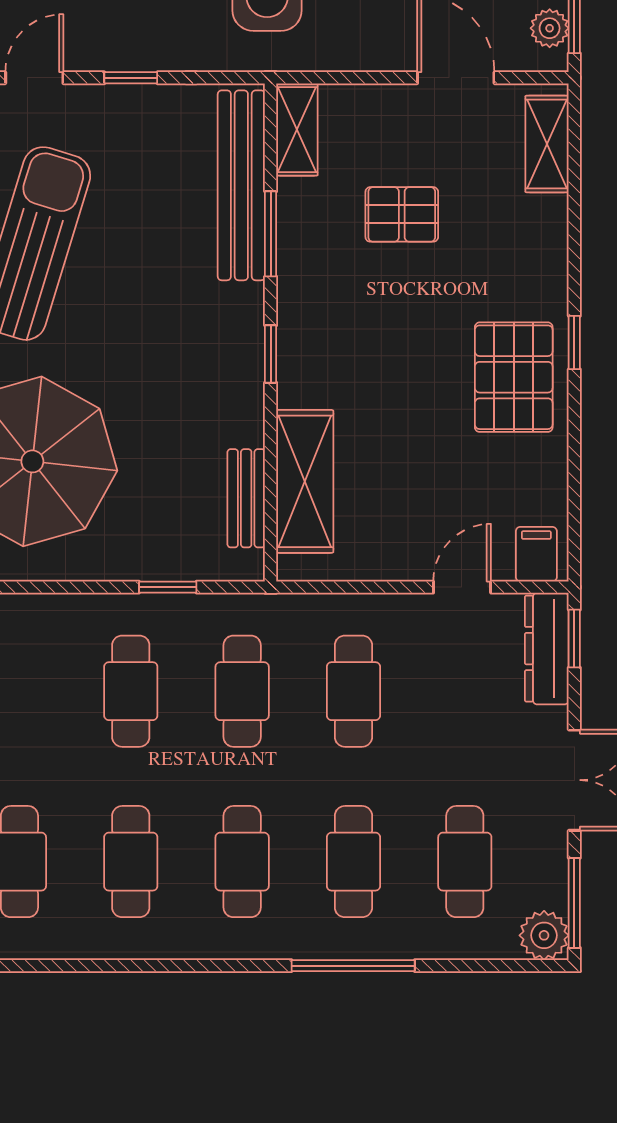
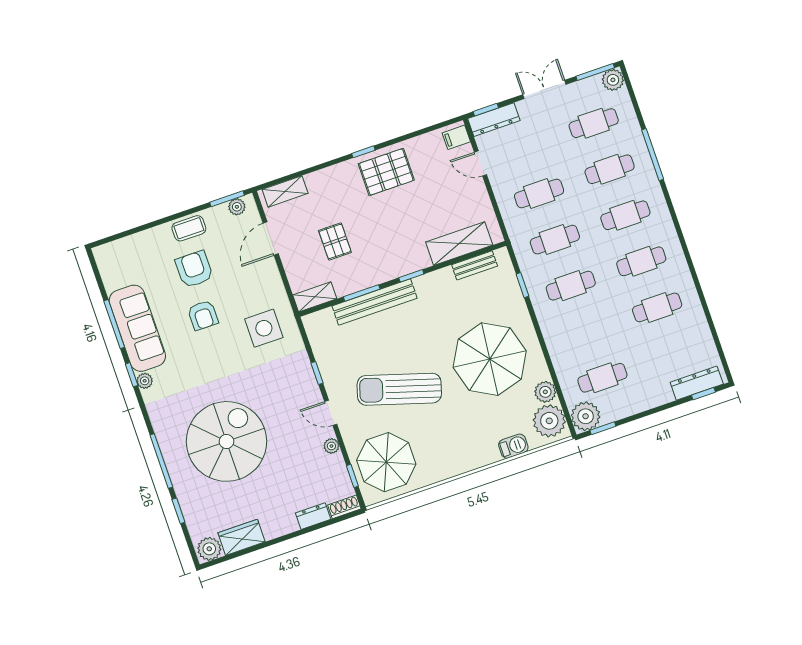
bench: (241, 185) -> (375, 302), moved

